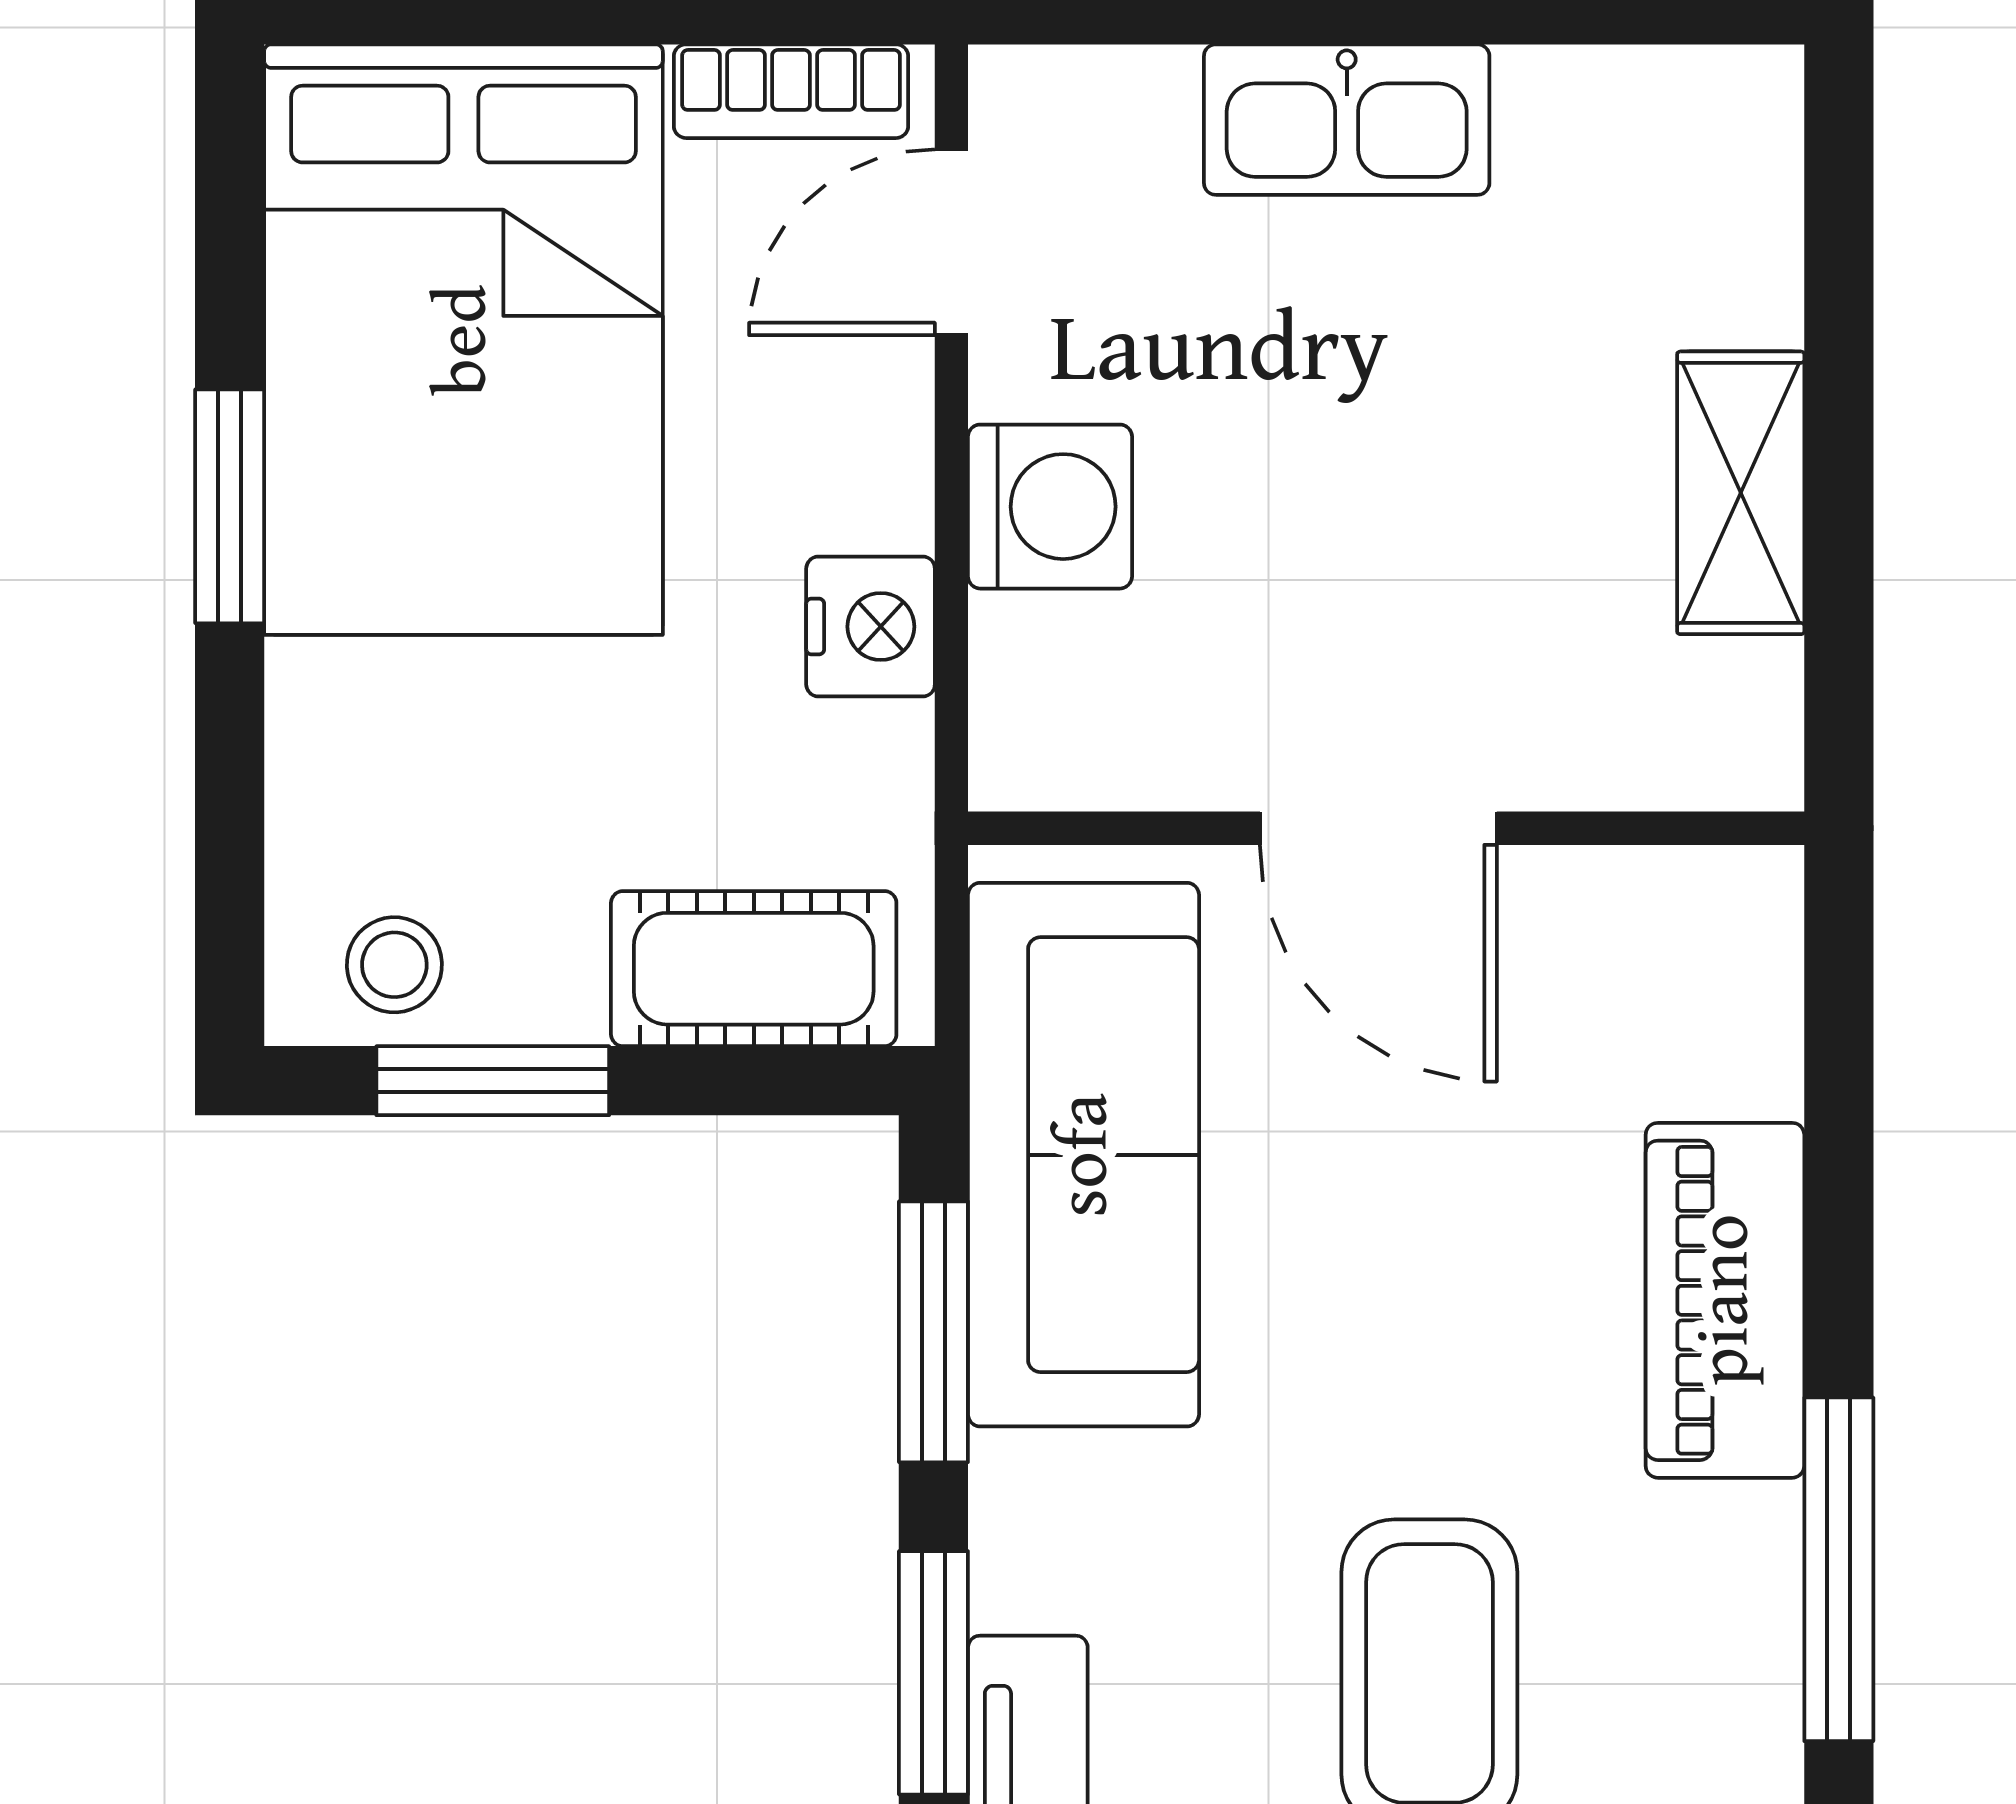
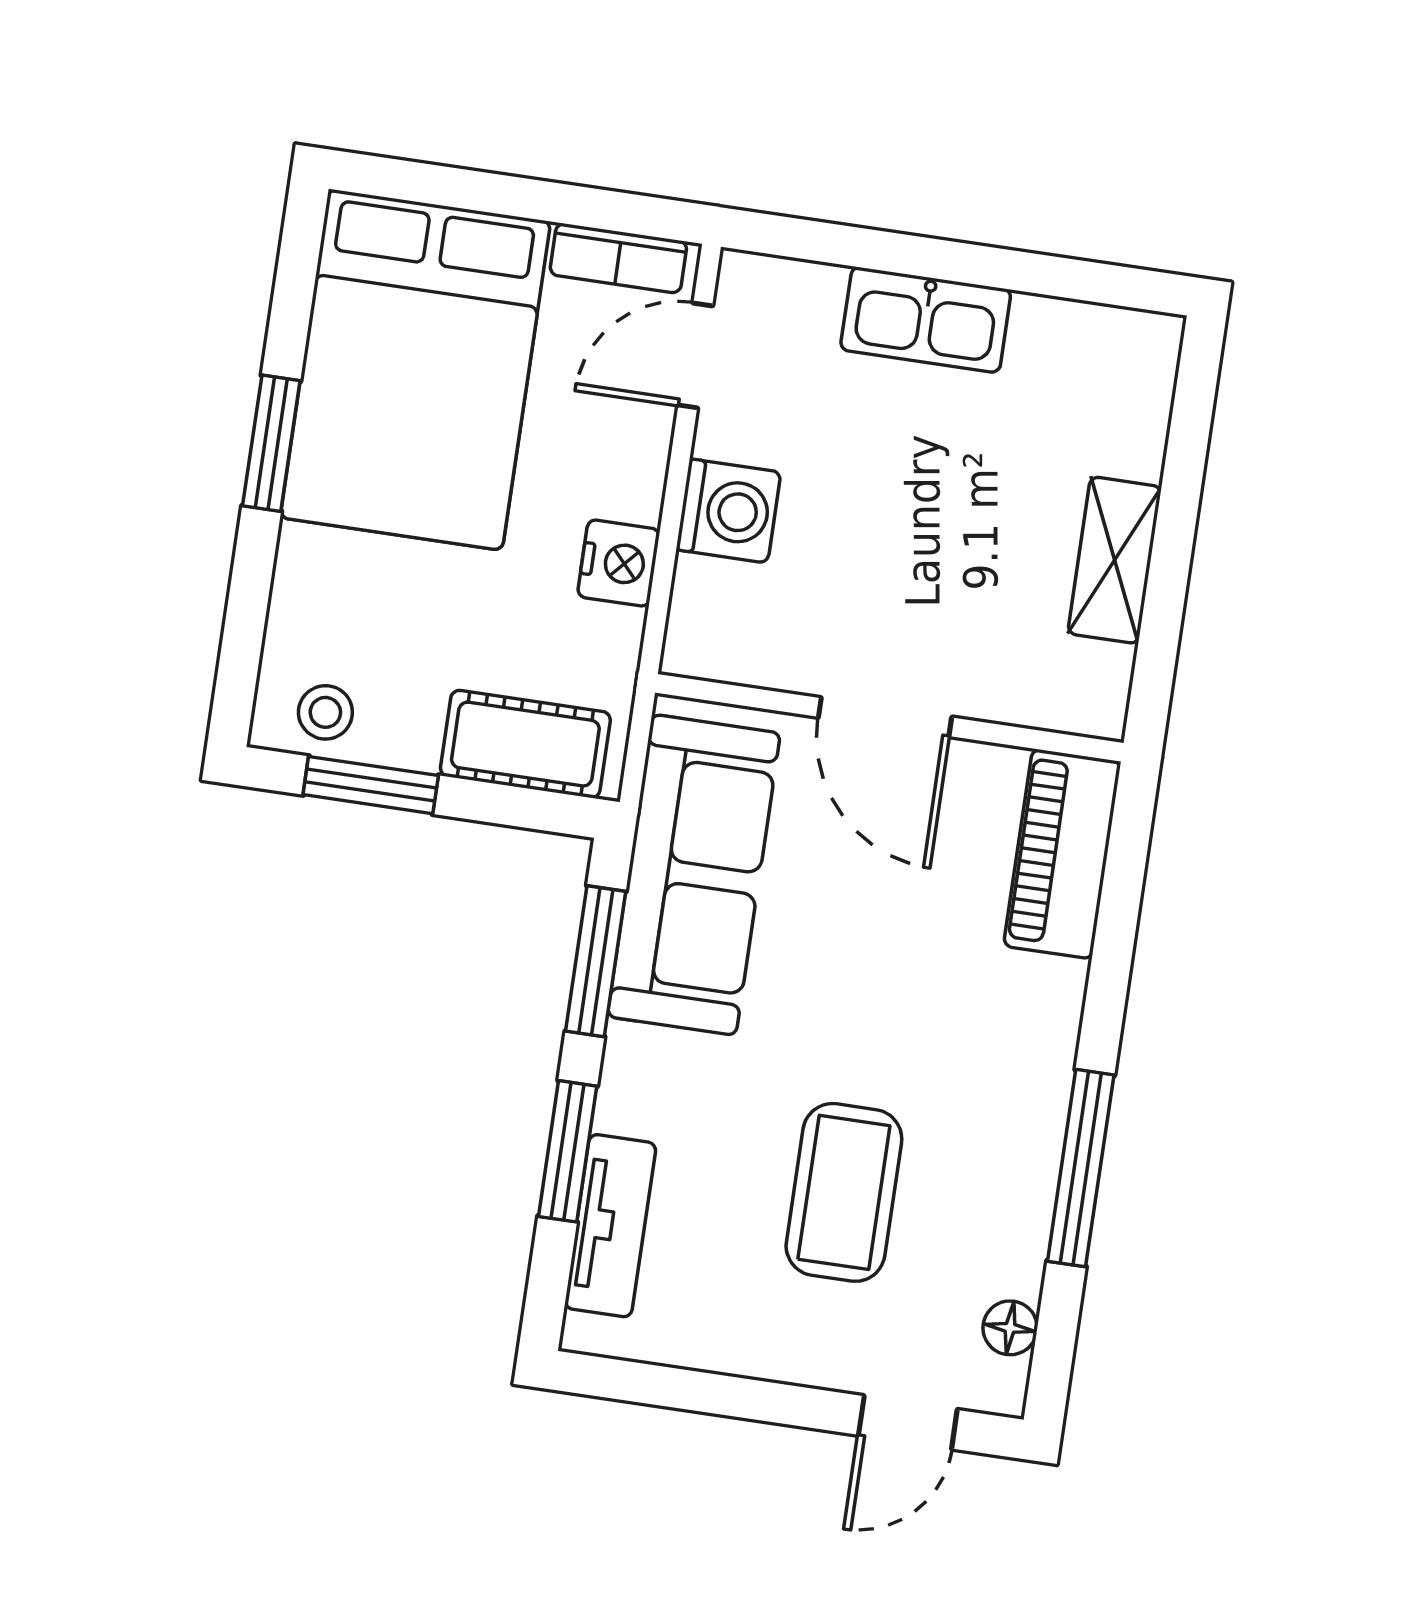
piano: (1725, 1300) -> (1062, 854), moved

